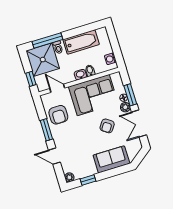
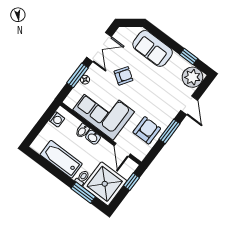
window: (47, 40) -> (83, 193), width x0.69
plant: (125, 107) -> (93, 71), removed
plant: (69, 177) -> (192, 77), width x1.88, depth x1.88

